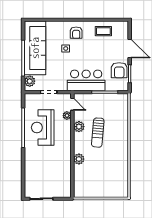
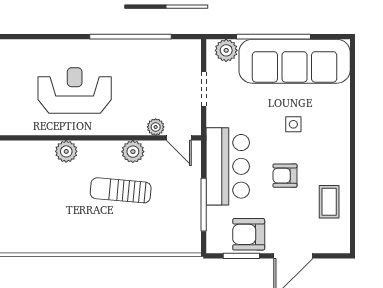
armchair: (76, 33) -> (285, 176), moved
door: (72, 104) -> (179, 138), hinge flipped
reception desk: (43, 127) -> (75, 90), moved

